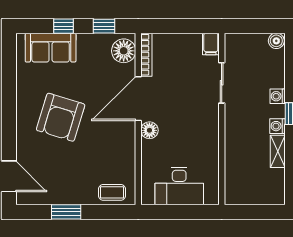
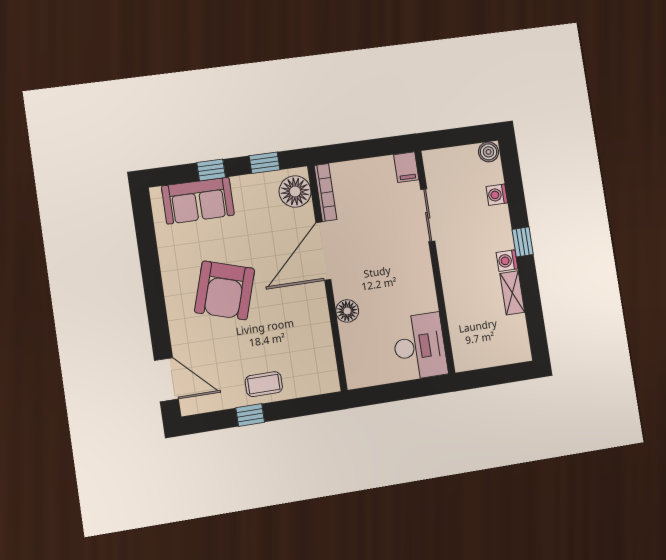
washing machine: (278, 96) -> (497, 195), moved
floor lamp: (149, 130) -> (347, 311), moved
desk: (179, 186) -> (420, 346), moved, turned -90
coffee table: (112, 192) -> (264, 384), moved
window: (66, 212) -> (250, 415), width x0.67

